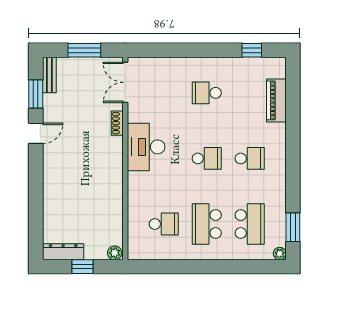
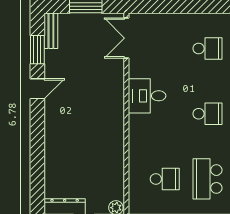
school desk: (207, 93) -> (207, 48), turned 180
shoe rack: (117, 123) -> (119, 79), removed
desk: (146, 147) -> (147, 96), width x0.73

